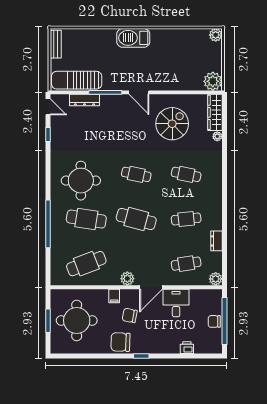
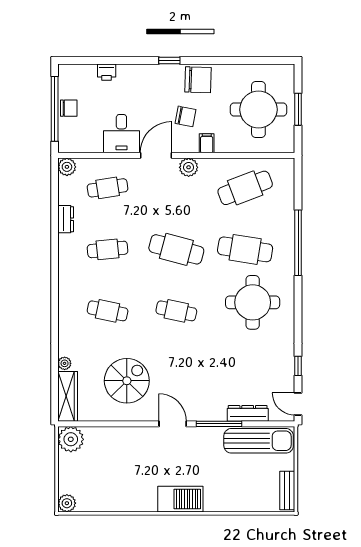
spiral stairs: (172, 124) -> (127, 381), turned 180

